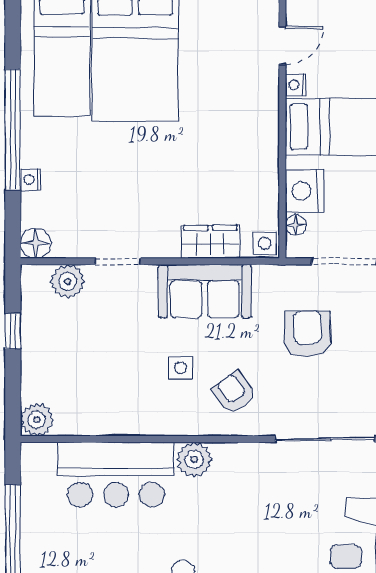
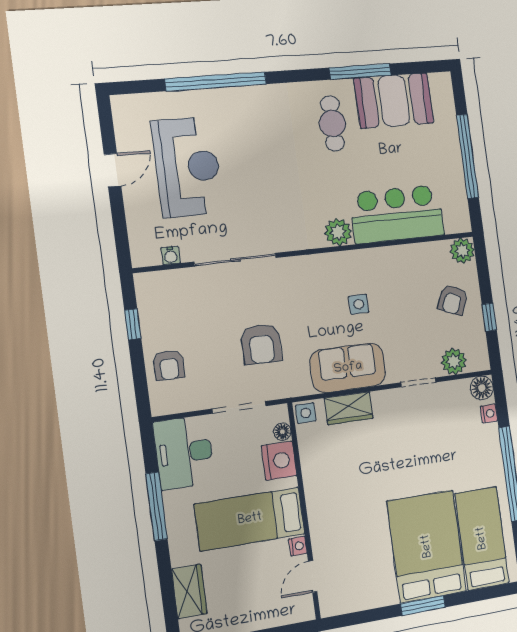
nightstand: (31, 180) -> (489, 414), moved
armchair: (234, 392) -> (453, 300), moved, turned 58

